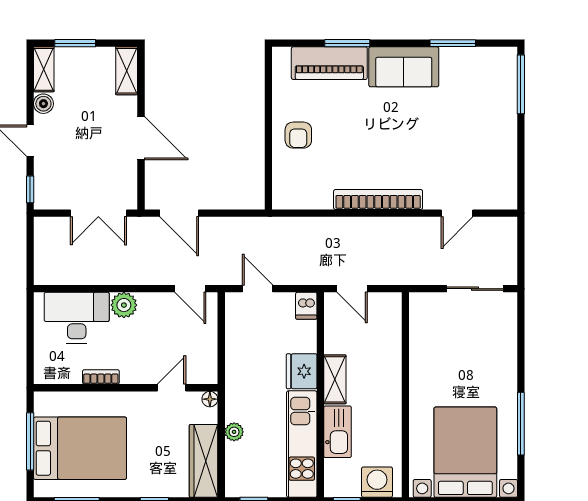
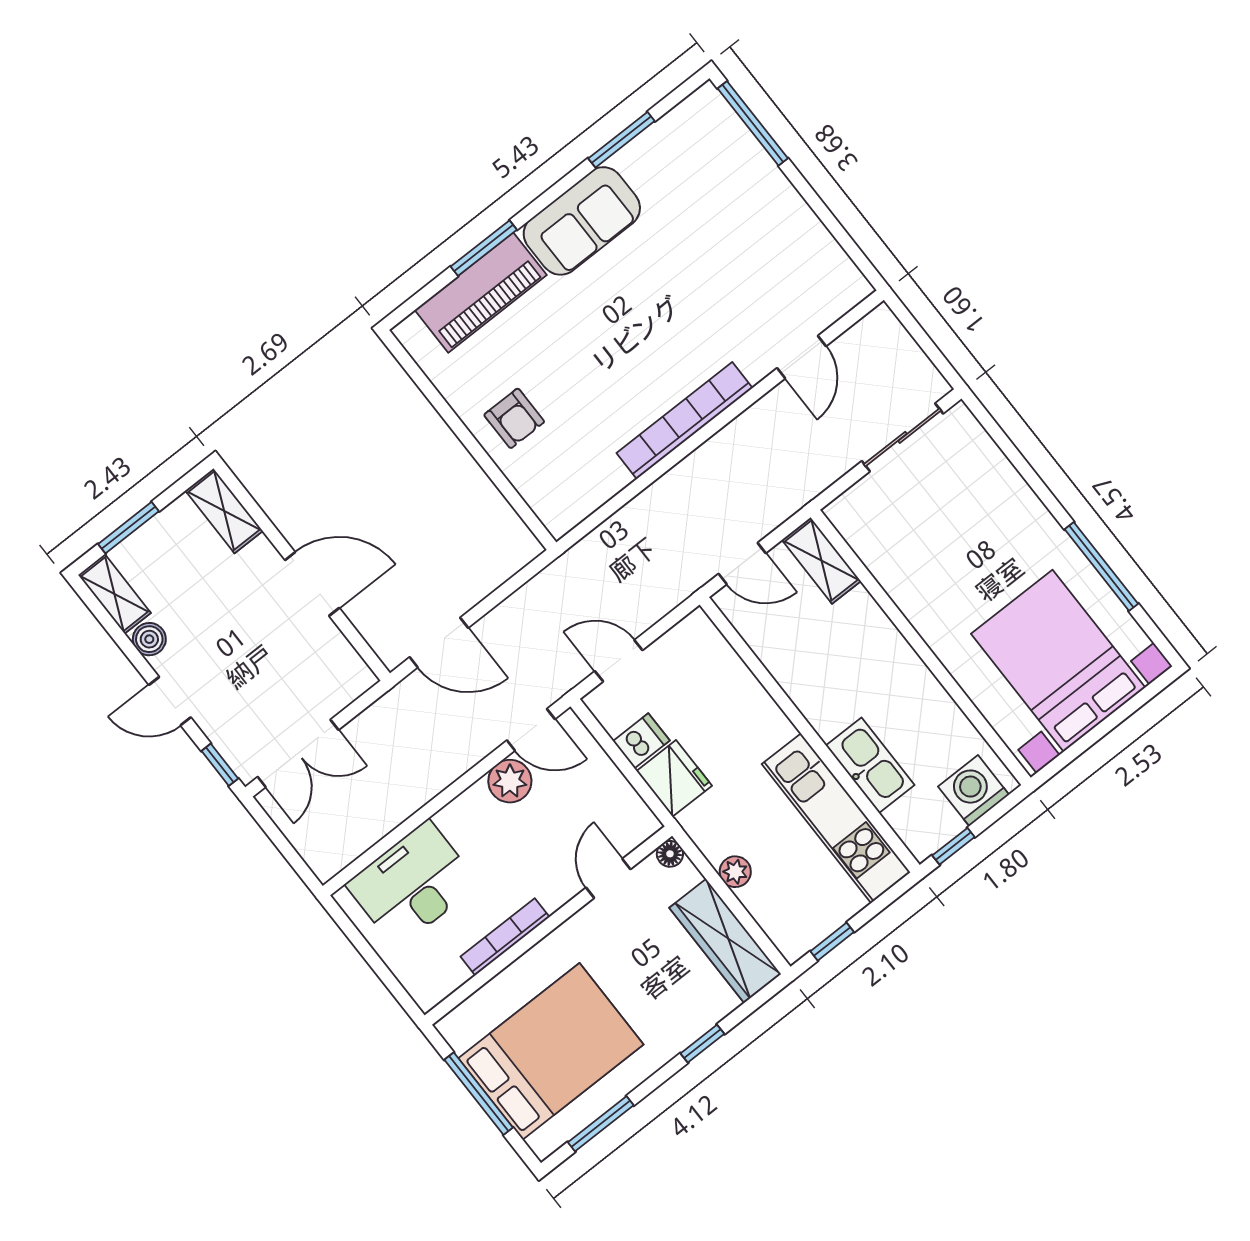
double door: (98, 213) -> (298, 753), moved
plant: (124, 305) -> (510, 781), moved
dishwasher: (306, 306) -> (641, 741), moved, turned -90
fridge: (302, 371) -> (674, 778), moved, turned 180
bookcase: (101, 377) -> (505, 937), width x1.56
shelving: (335, 379) -> (821, 560), moved

